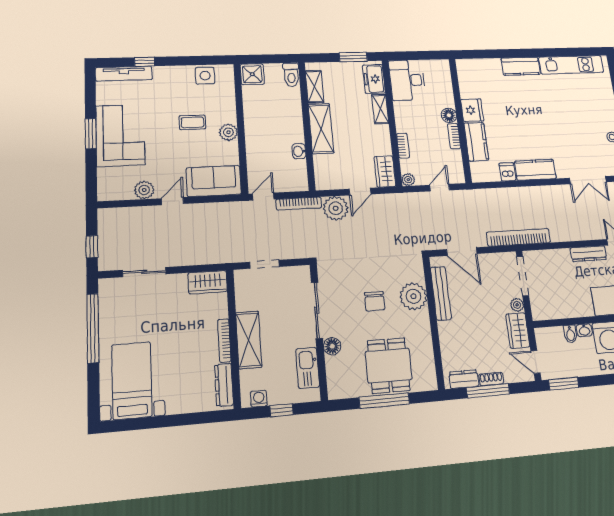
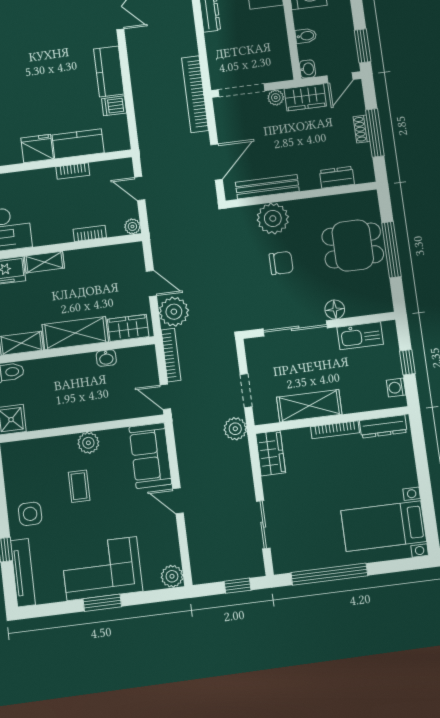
side table: (205, 76) -> (30, 514), moved
floor lamp: (449, 115) -> (46, 177), removed
wardrobe: (385, 172) -> (128, 328), moved, turned 180
plant: (144, 190) -> (172, 576), moved
plant: (232, 253) -> (235, 429), added
washbasin: (584, 330) -> (307, 69), moved
shelving: (249, 340) -> (309, 406), moved
dresser: (464, 379) -> (337, 177), moved, turned 90

